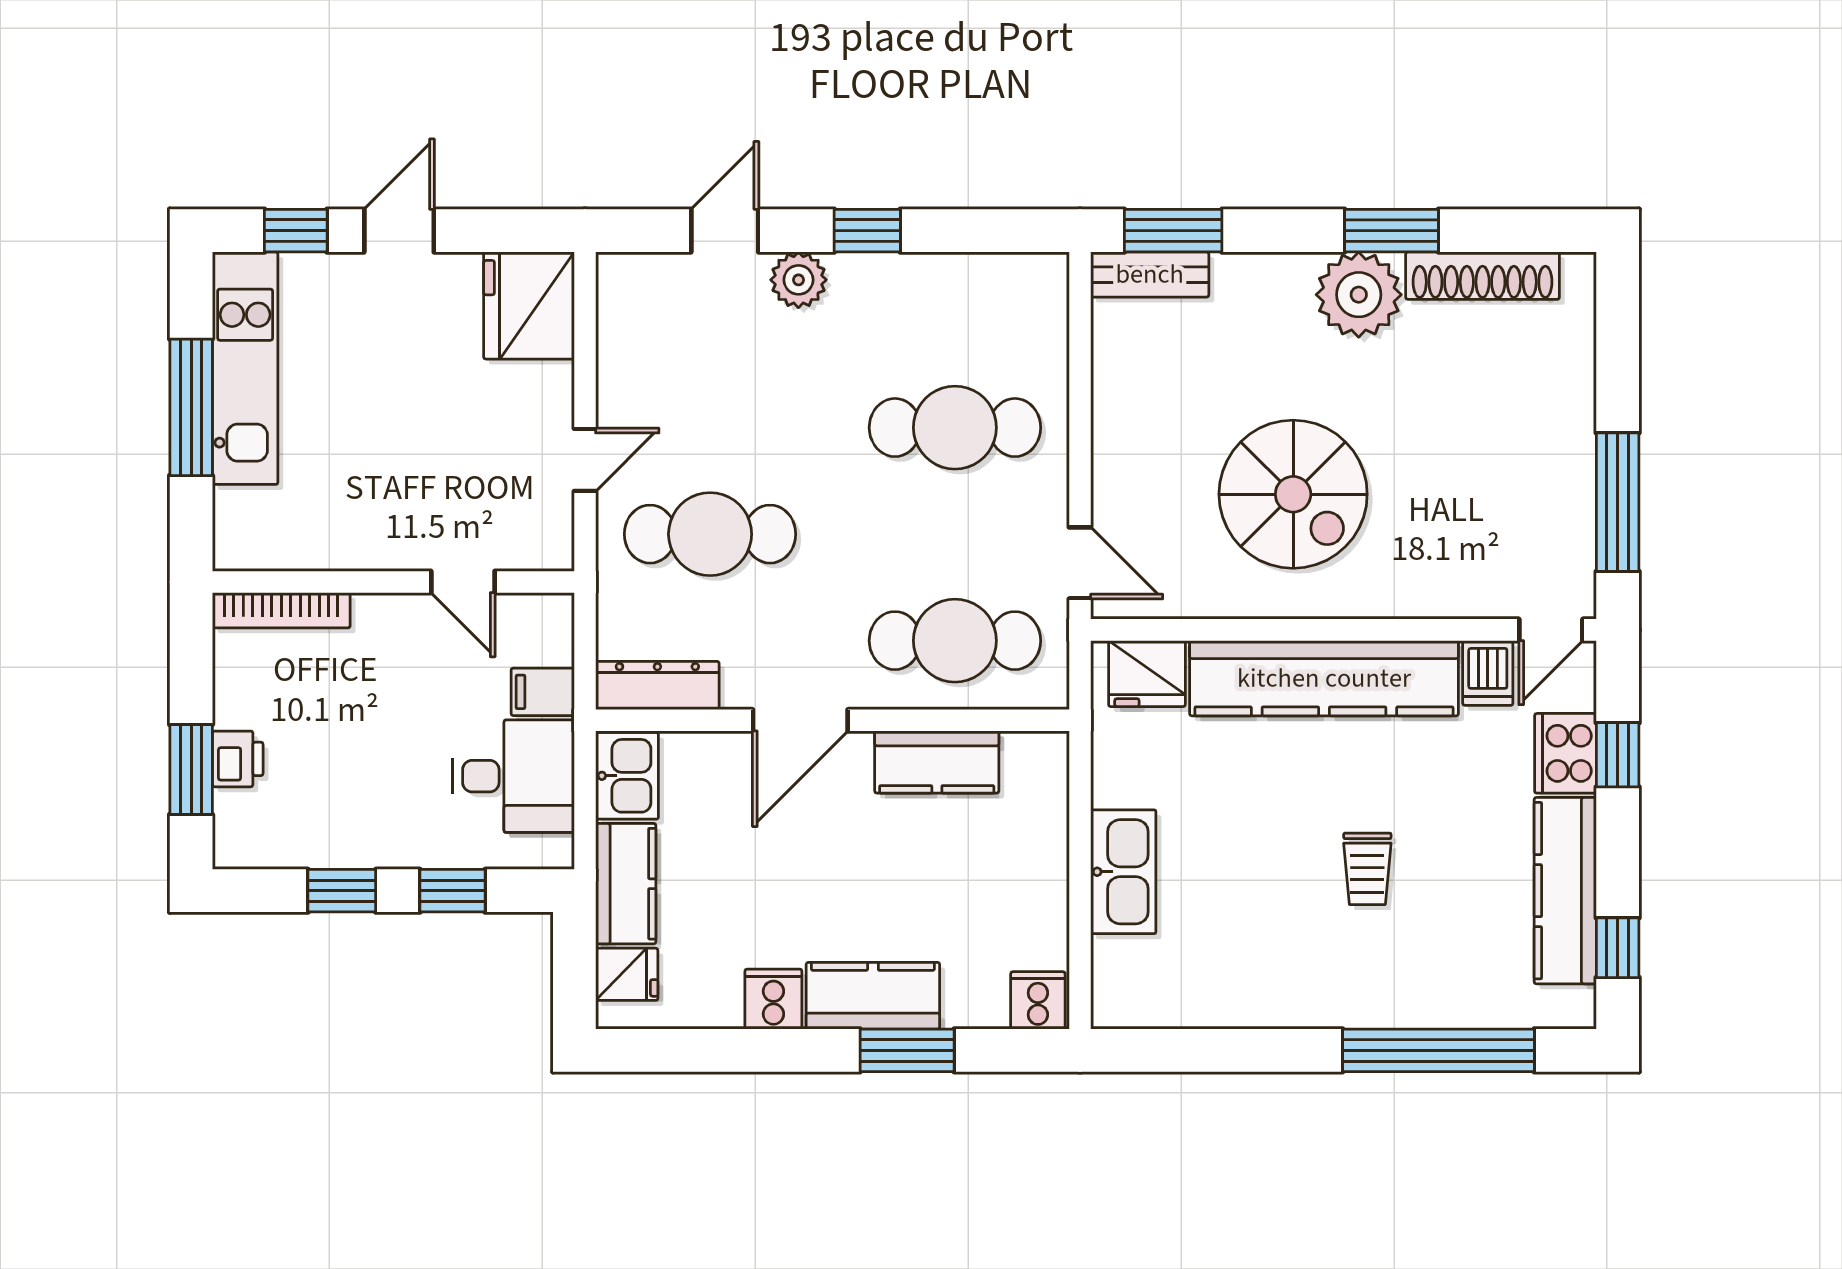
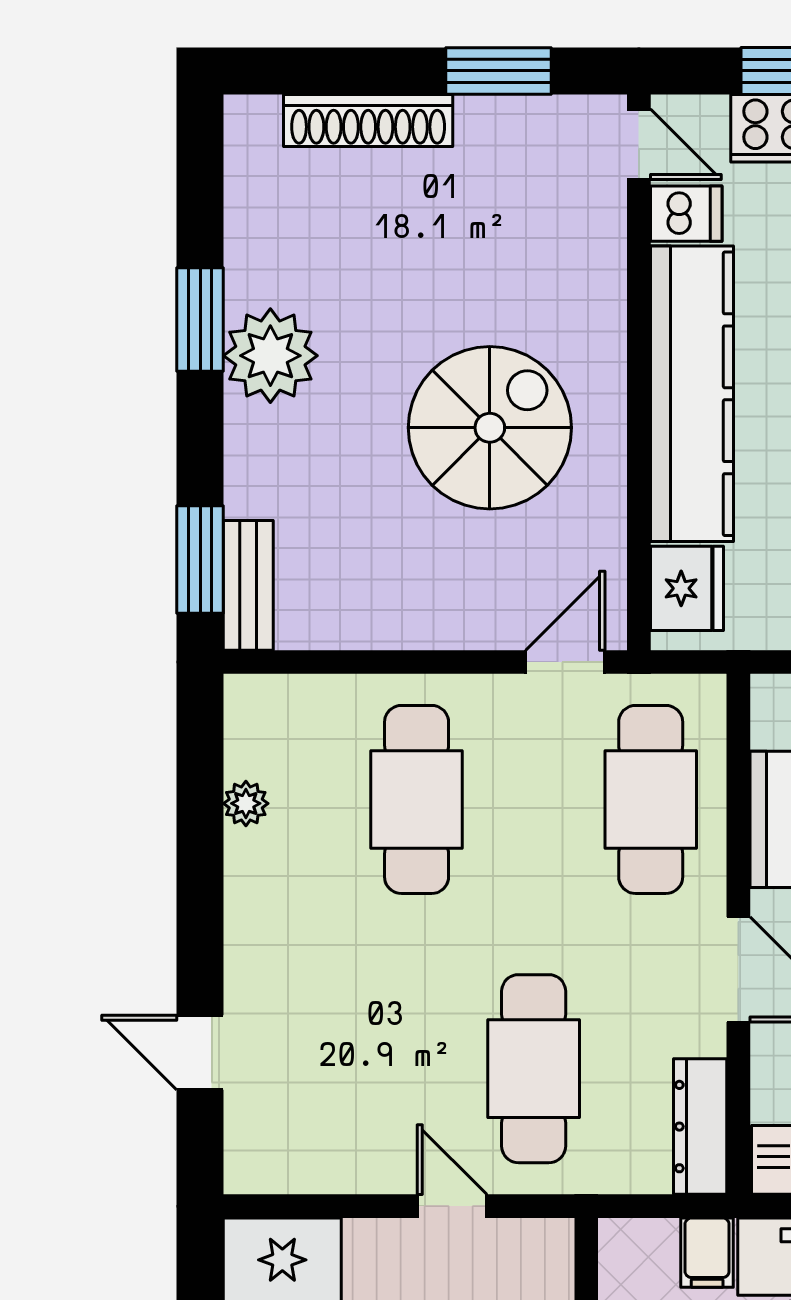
window: (867, 231) -> (200, 896), removed
shoe rack: (1483, 276) -> (368, 120), moved, turned 90
plant: (798, 280) -> (246, 803), moved, width x0.73, depth x0.73
window: (1618, 502) -> (499, 71), width x0.69

